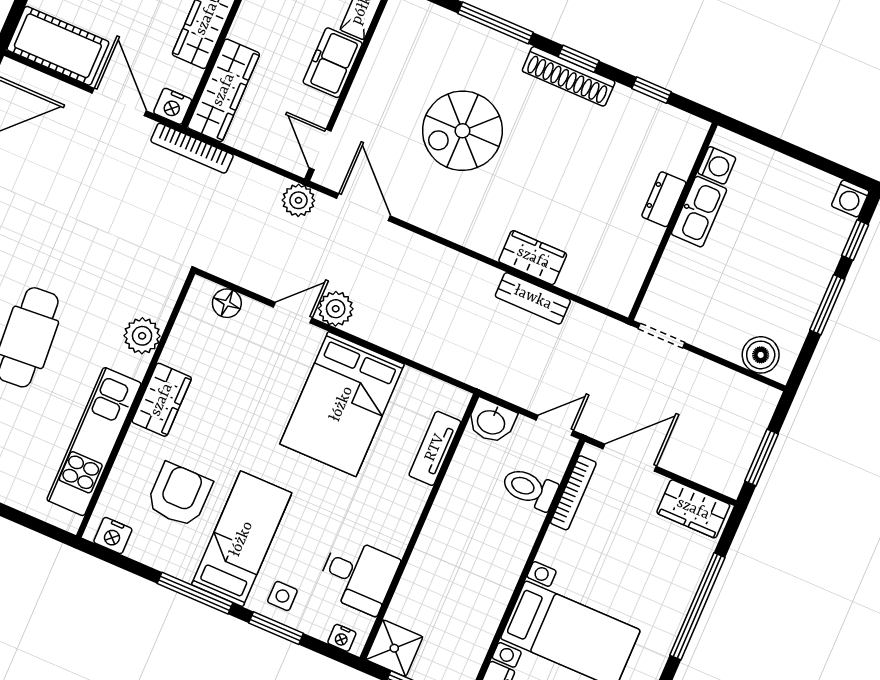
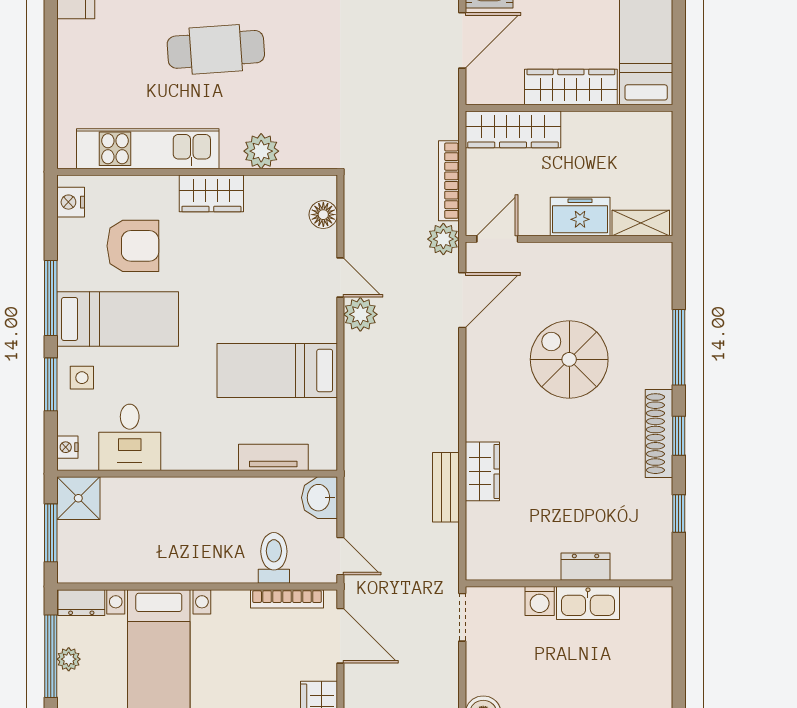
nightstand: (173, 106) -> (479, 90), removed
bookcase: (192, 148) -> (449, 181), moved
washing machine: (717, 165) -> (540, 601), moved
bed: (342, 404) -> (277, 370), width x0.67

